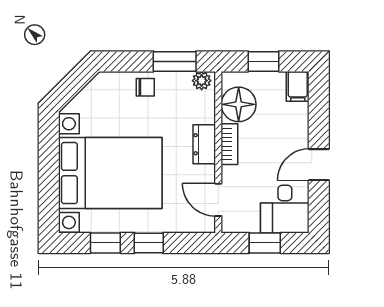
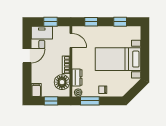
dresser: (204, 144) -> (77, 77), moved
bed with nightstands: (110, 173) -> (118, 59), width x0.73
window: (149, 243) -> (91, 22), moved

